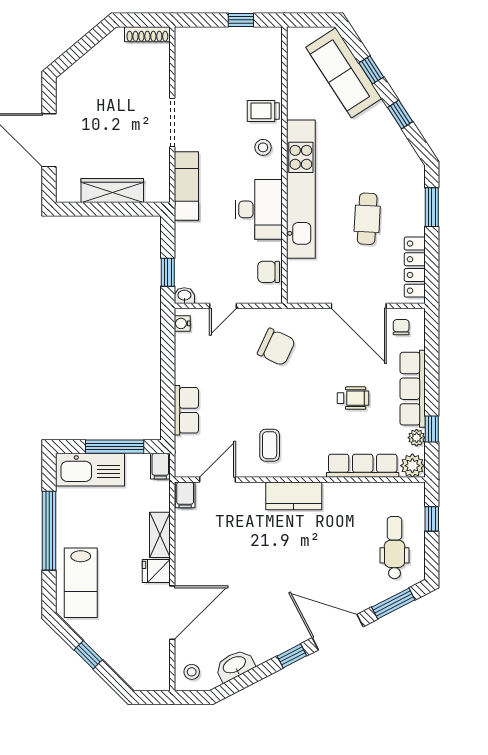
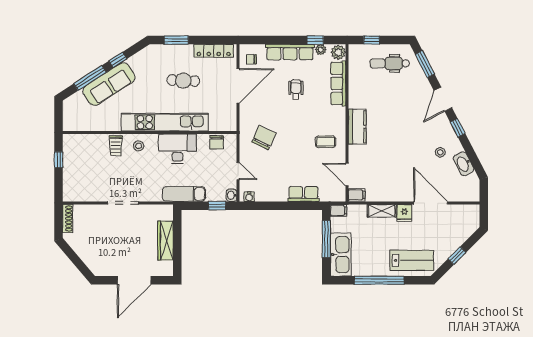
window: (371, 70) -> (90, 78), width x2.17
sofa: (344, 73) -> (109, 84), moved
exam couch: (186, 186) -> (184, 194), moved
door: (338, 632) -> (443, 99), width x0.73
stool: (192, 672) -> (440, 152), moved

